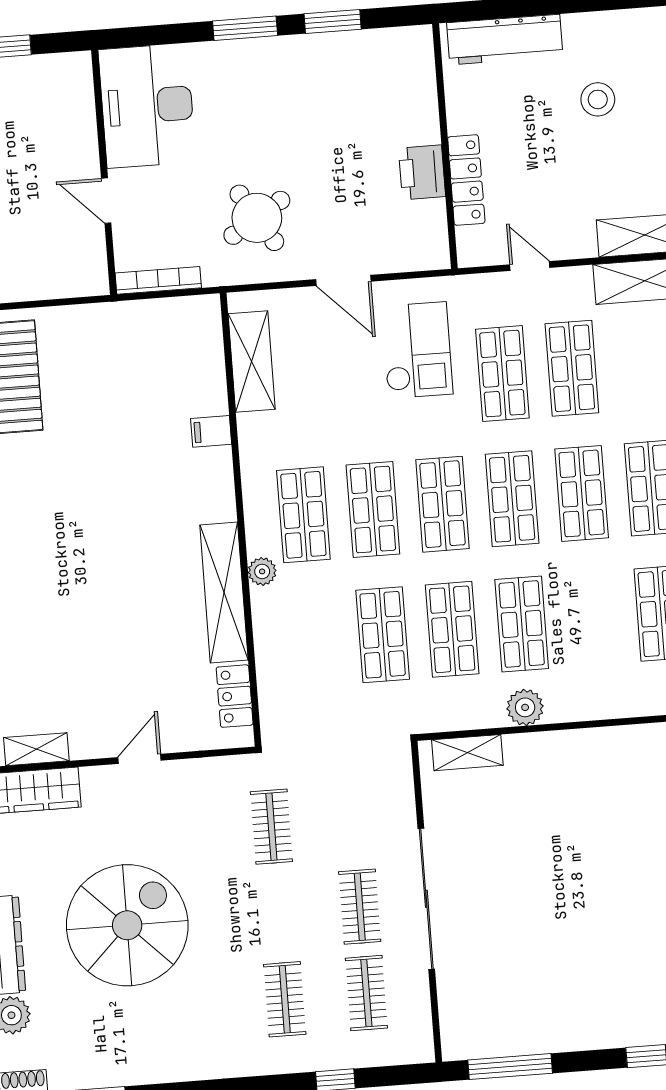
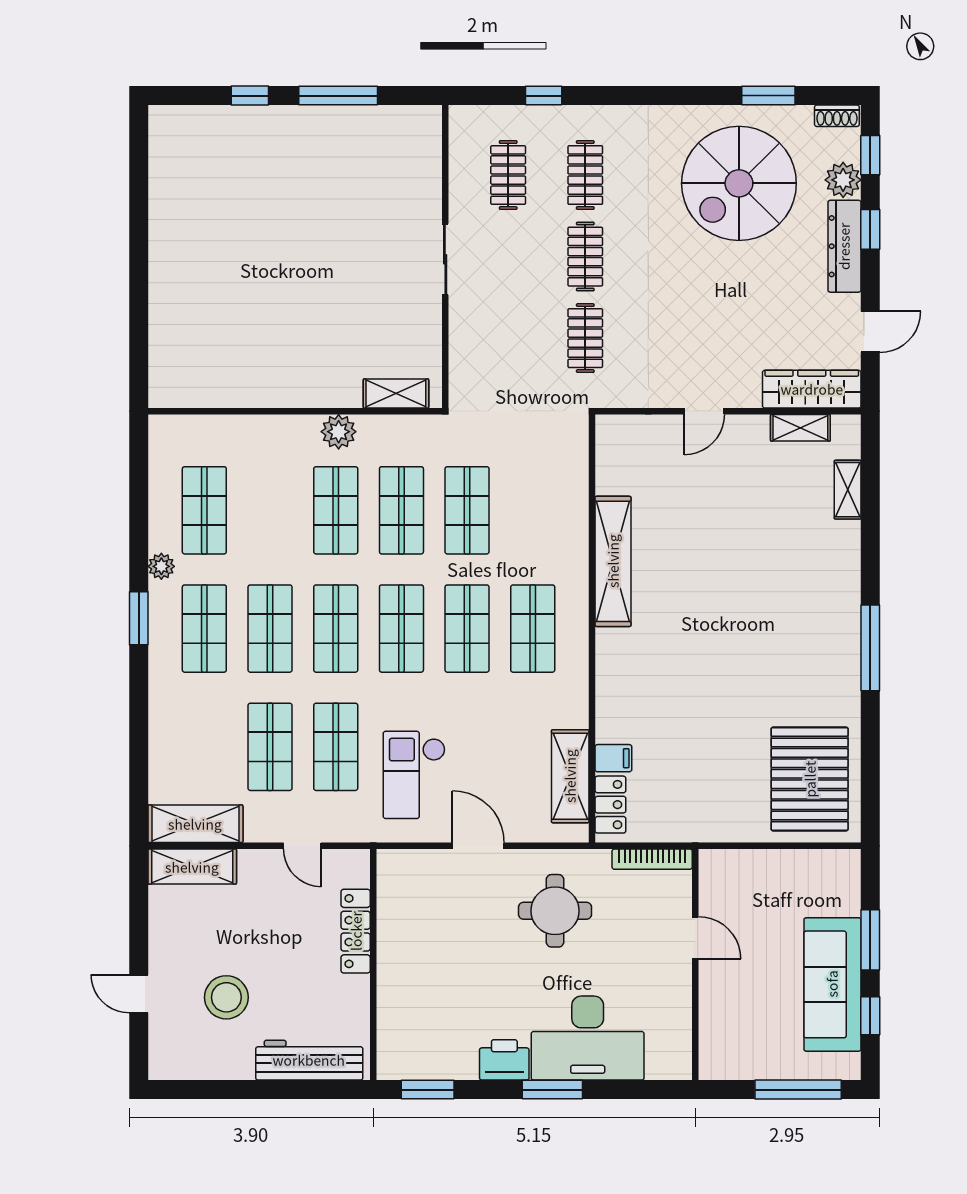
window: (333, 22) -> (428, 1090), moved
stool: (598, 99) -> (226, 997), width x1.38, depth x1.38
desk: (147, 106) -> (588, 1038), moved, turned 90
printer: (422, 172) -> (504, 1060), moved, turned -90
round table: (257, 218) -> (555, 911), turned 32
filing cabinet: (211, 431) -> (613, 758), moved
plant: (262, 571) -> (576, 578), removed
locker: (235, 696) -> (610, 805), moved
sliding door: (426, 899) -> (445, 259), width x0.54
clothes rail: (360, 907) -> (585, 257), moved
spiral stairs: (127, 925) -> (739, 183), moved
window: (510, 1067) -> (338, 96), moved

